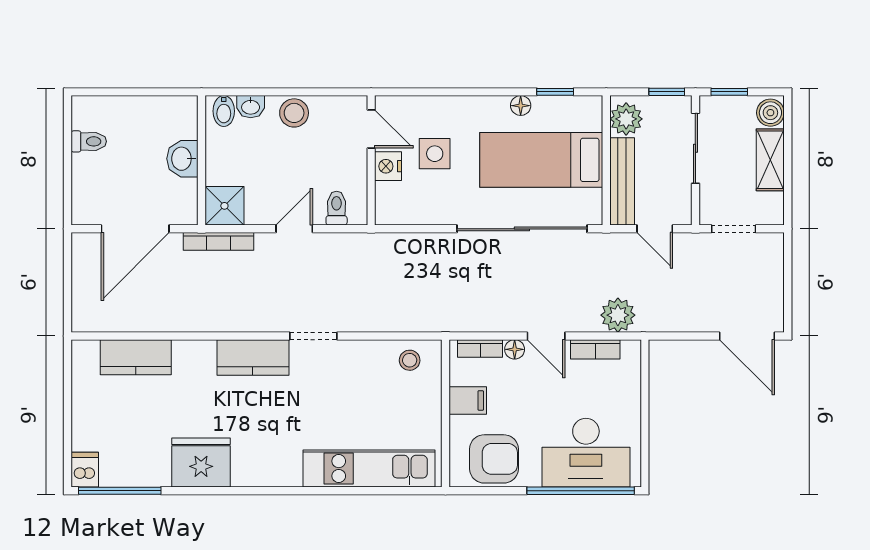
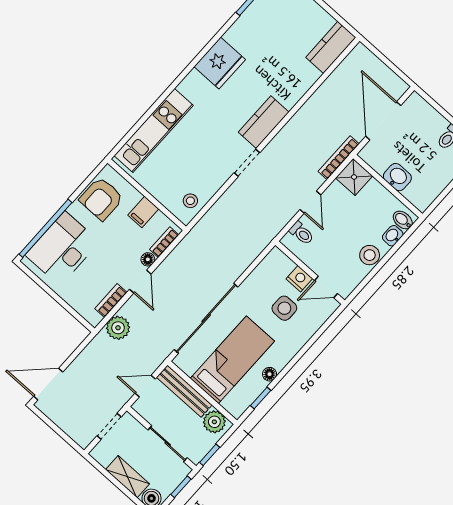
door: (546, 336) -> (140, 282), swing flipped
kitchen counter: (136, 357) -> (331, 47), moved
fridge: (201, 462) -> (220, 63), moved

